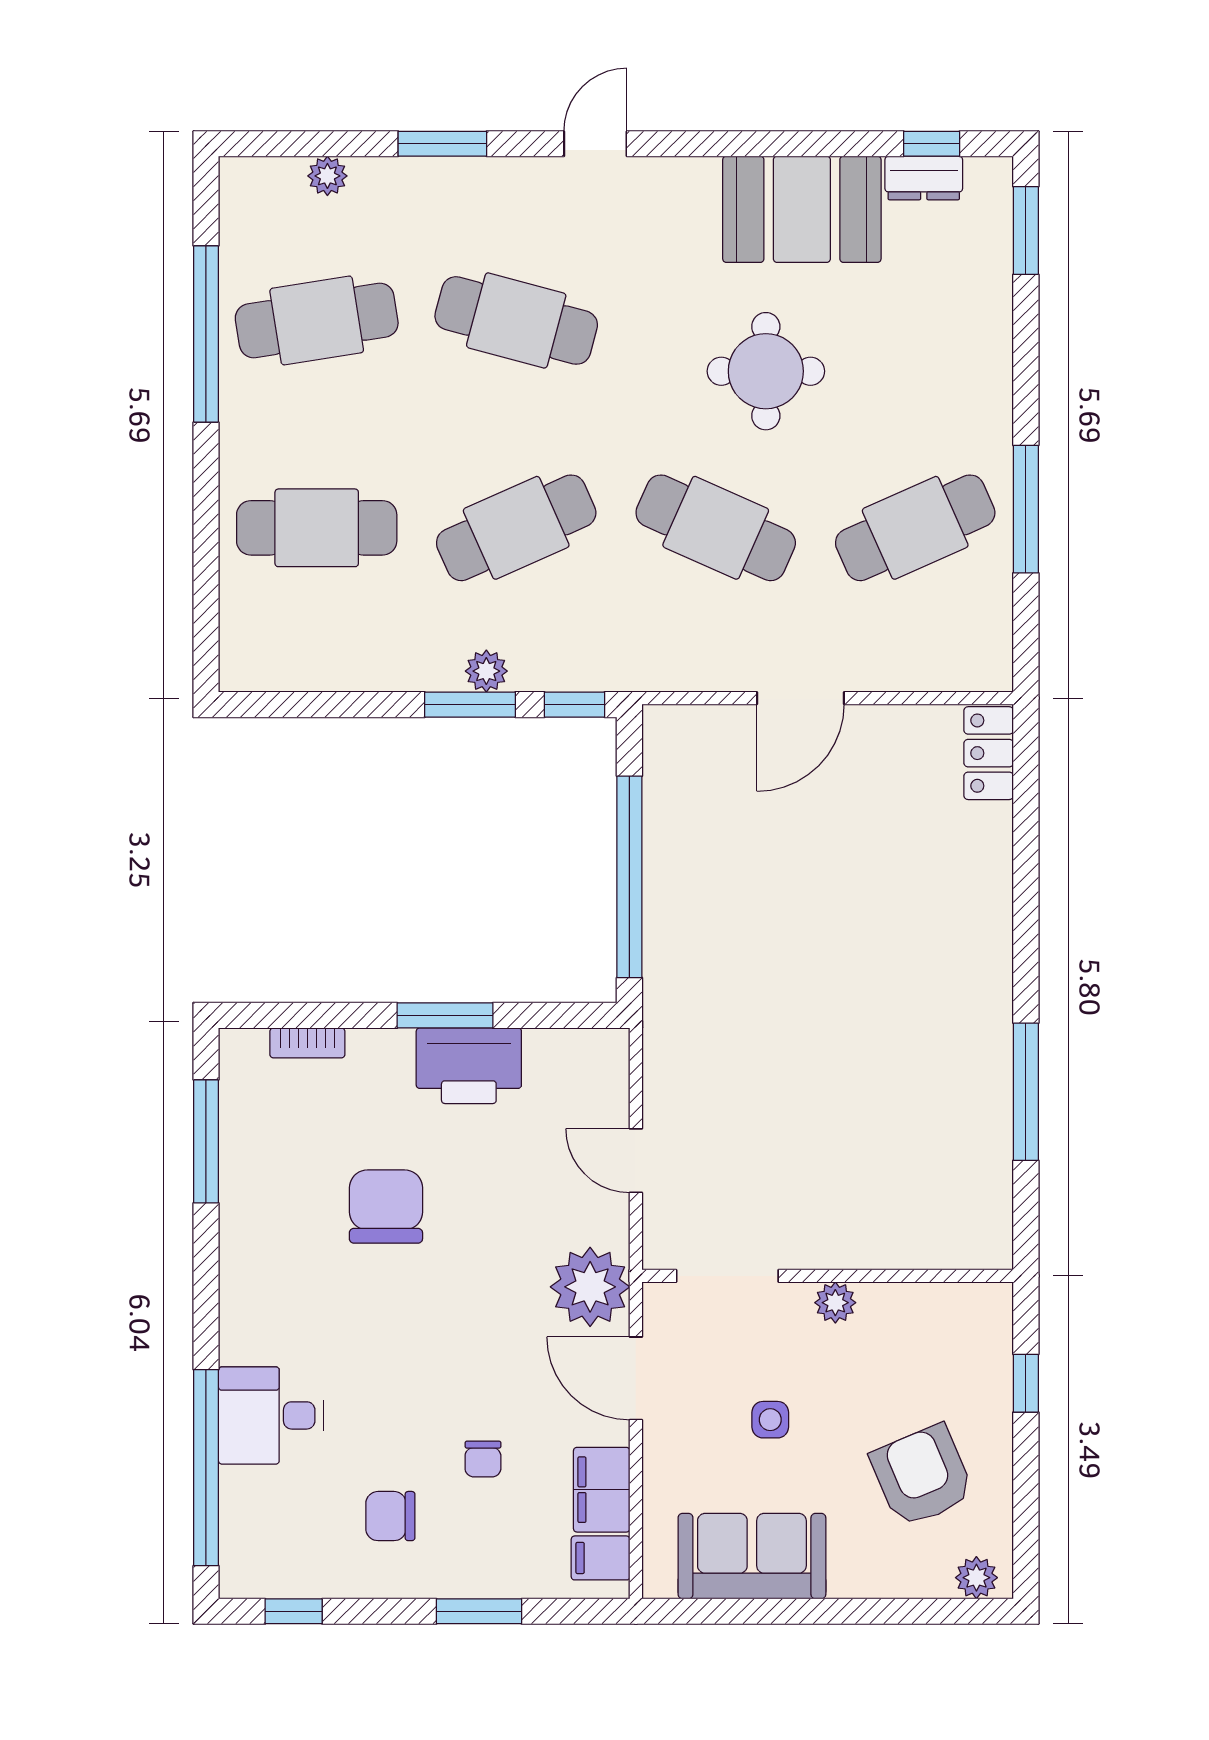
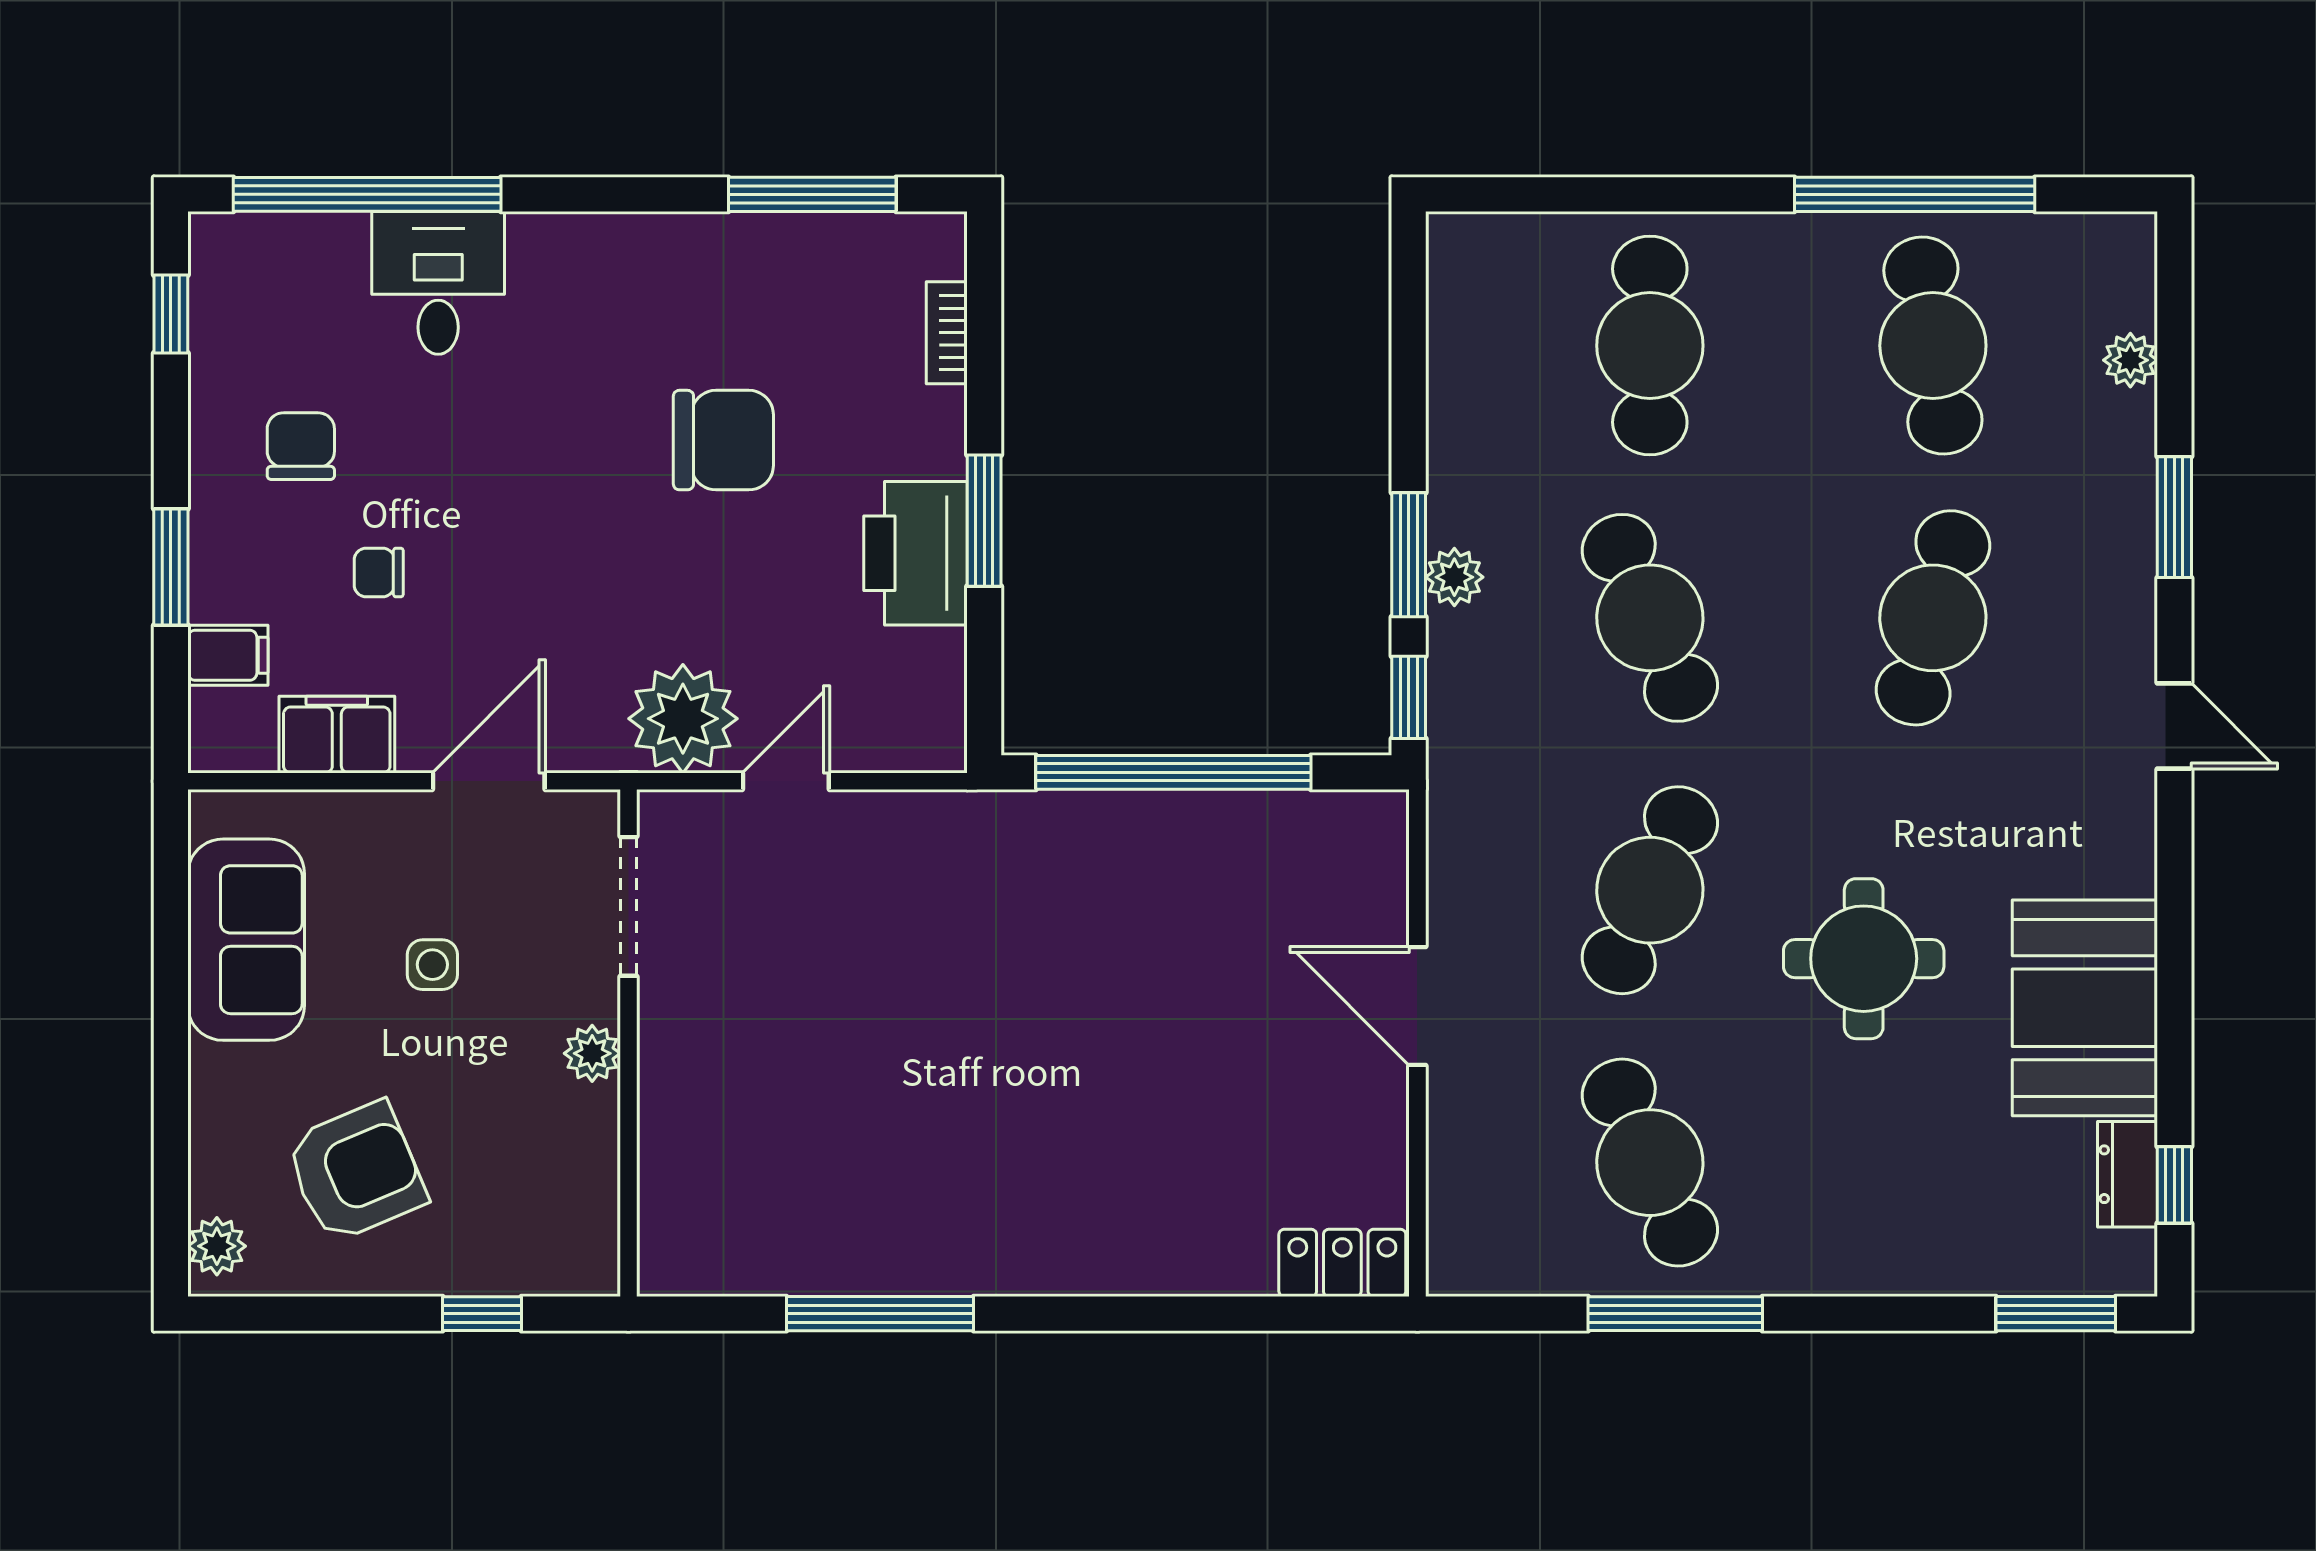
plant: (590, 1287) -> (683, 719), moved
filing cabinet: (601, 1558) -> (228, 655), moved, turned 90

